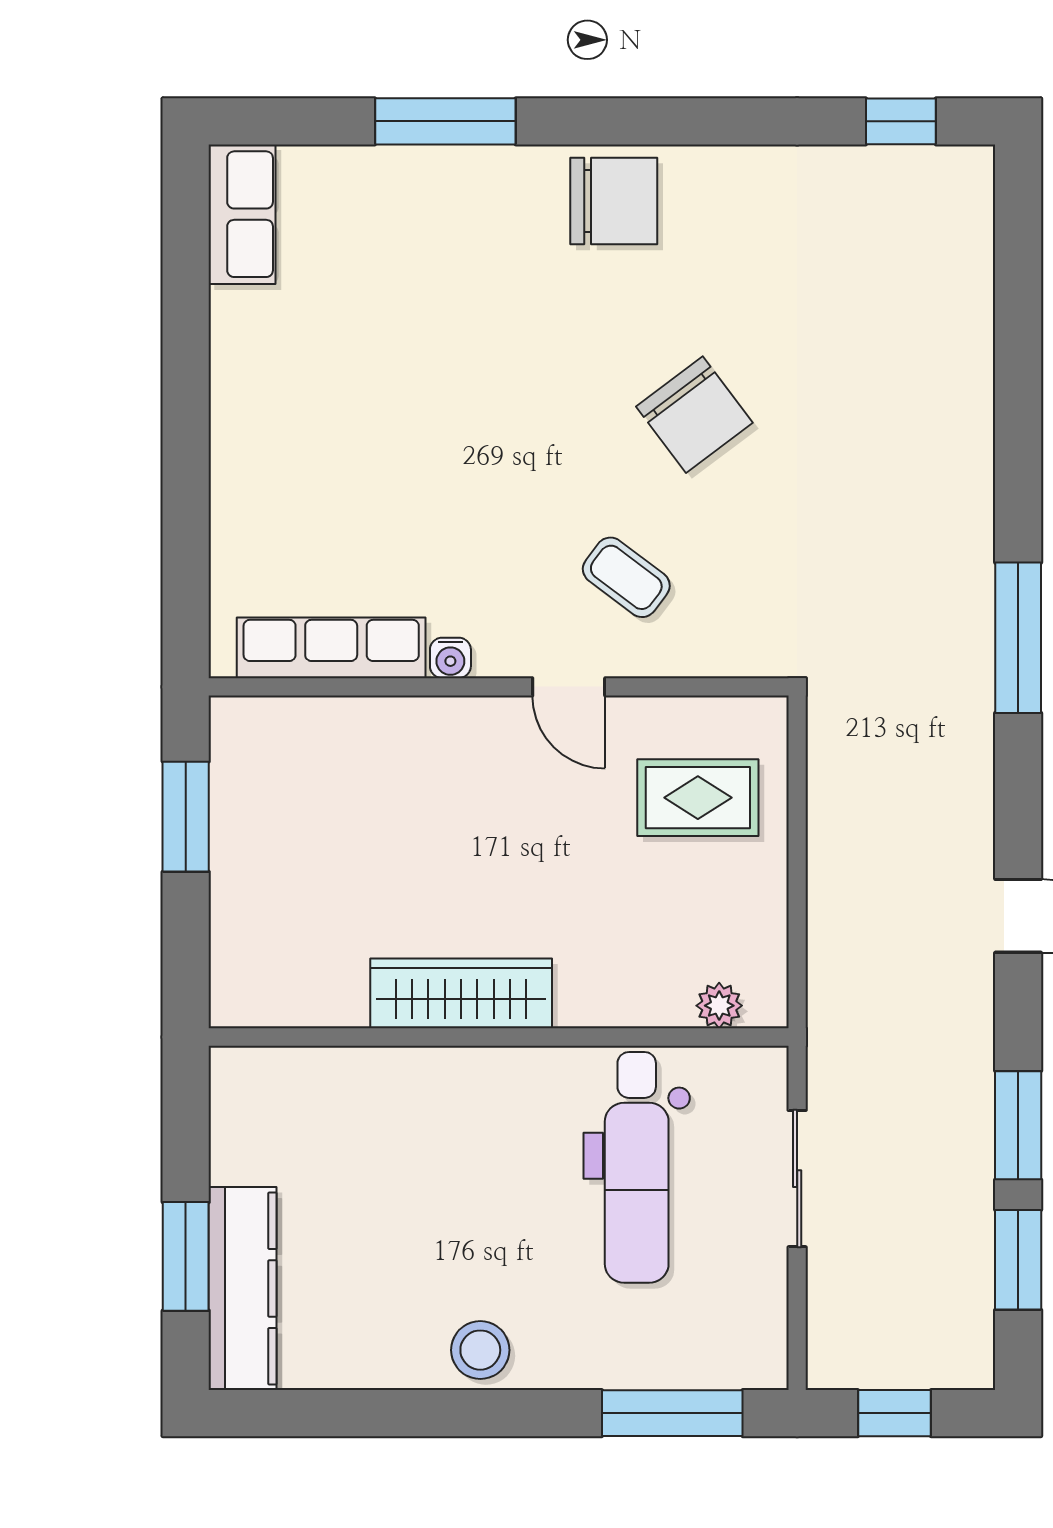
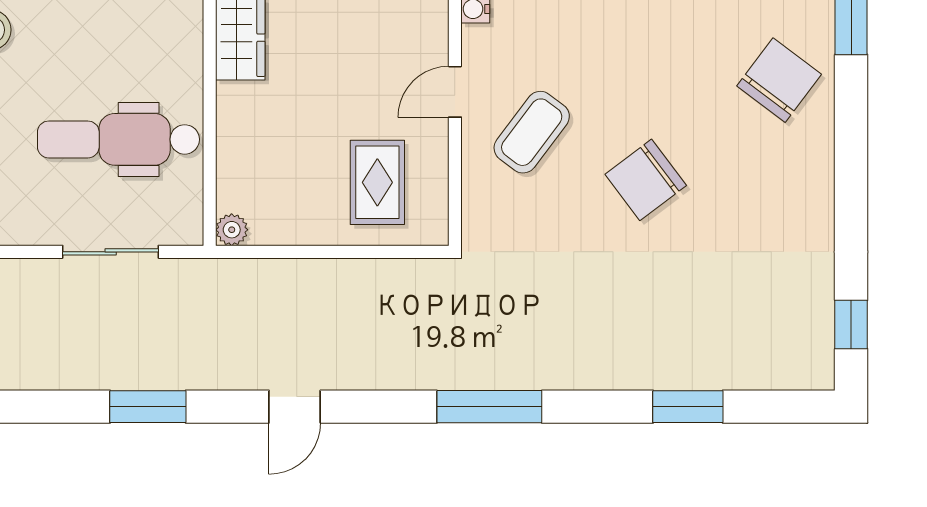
chair: (614, 201) -> (779, 80), moved, turned -143
coffee table: (626, 577) -> (532, 132), width x1.36, depth x1.30
plant: (719, 1006) -> (232, 230), moved
window: (1018, 1260) -> (688, 407), moved

